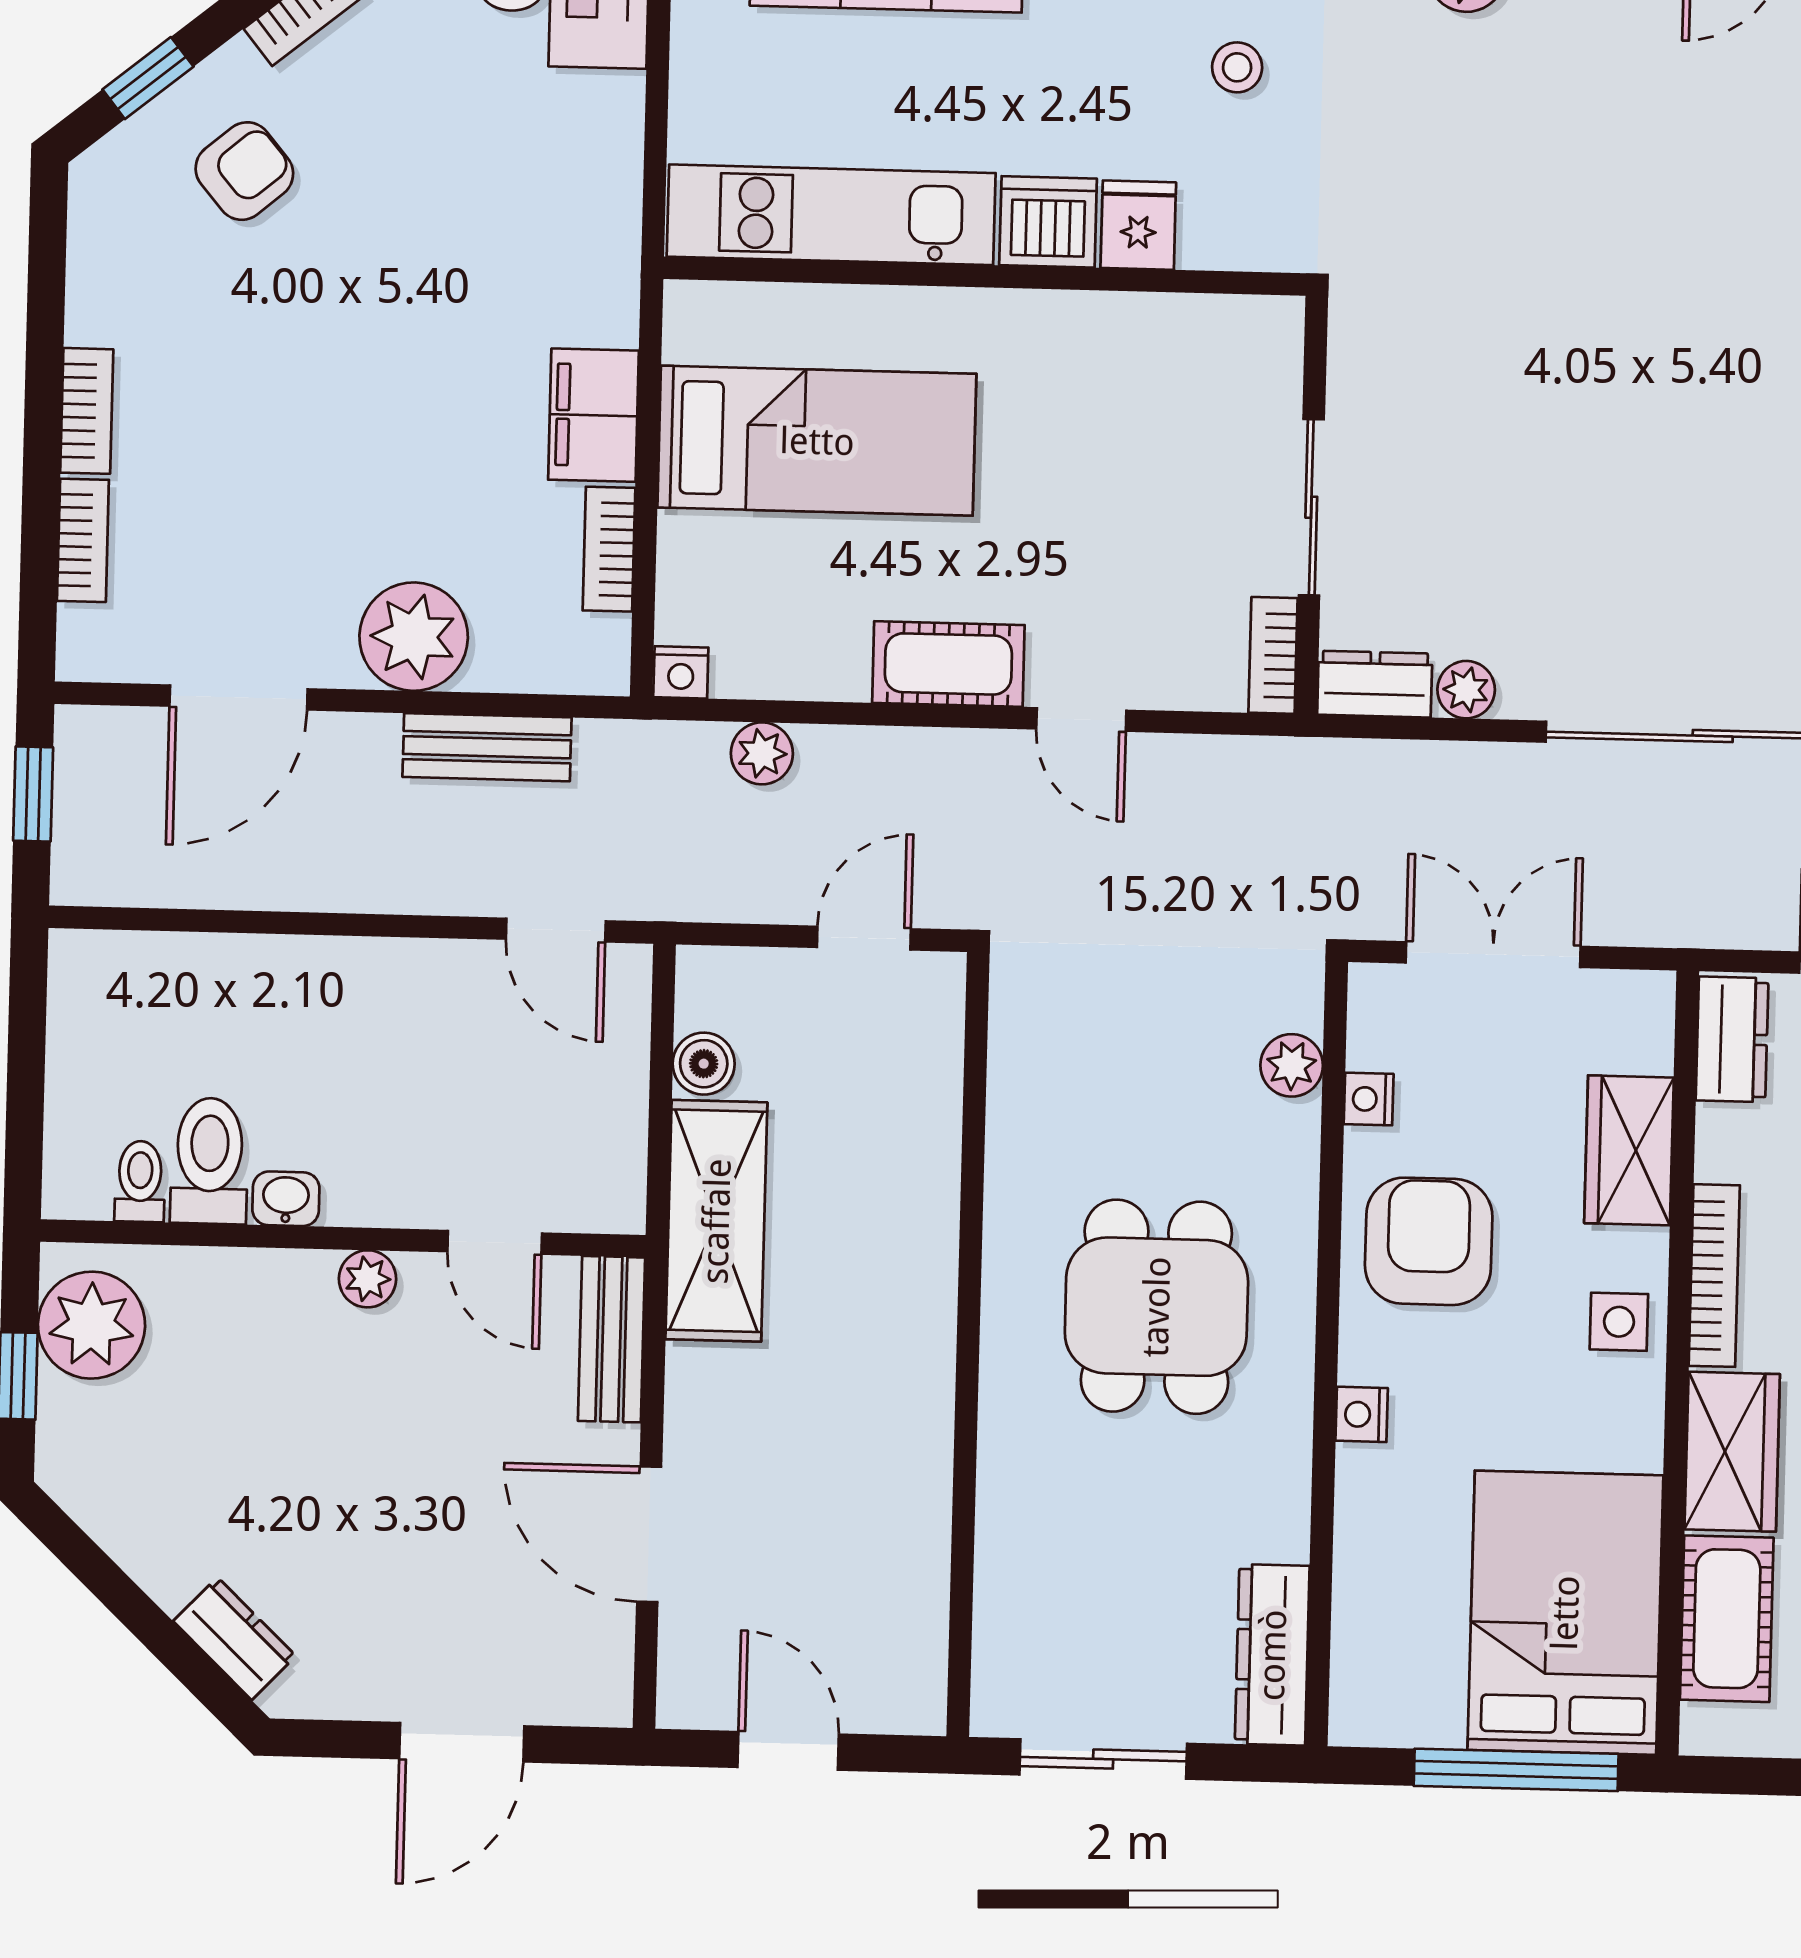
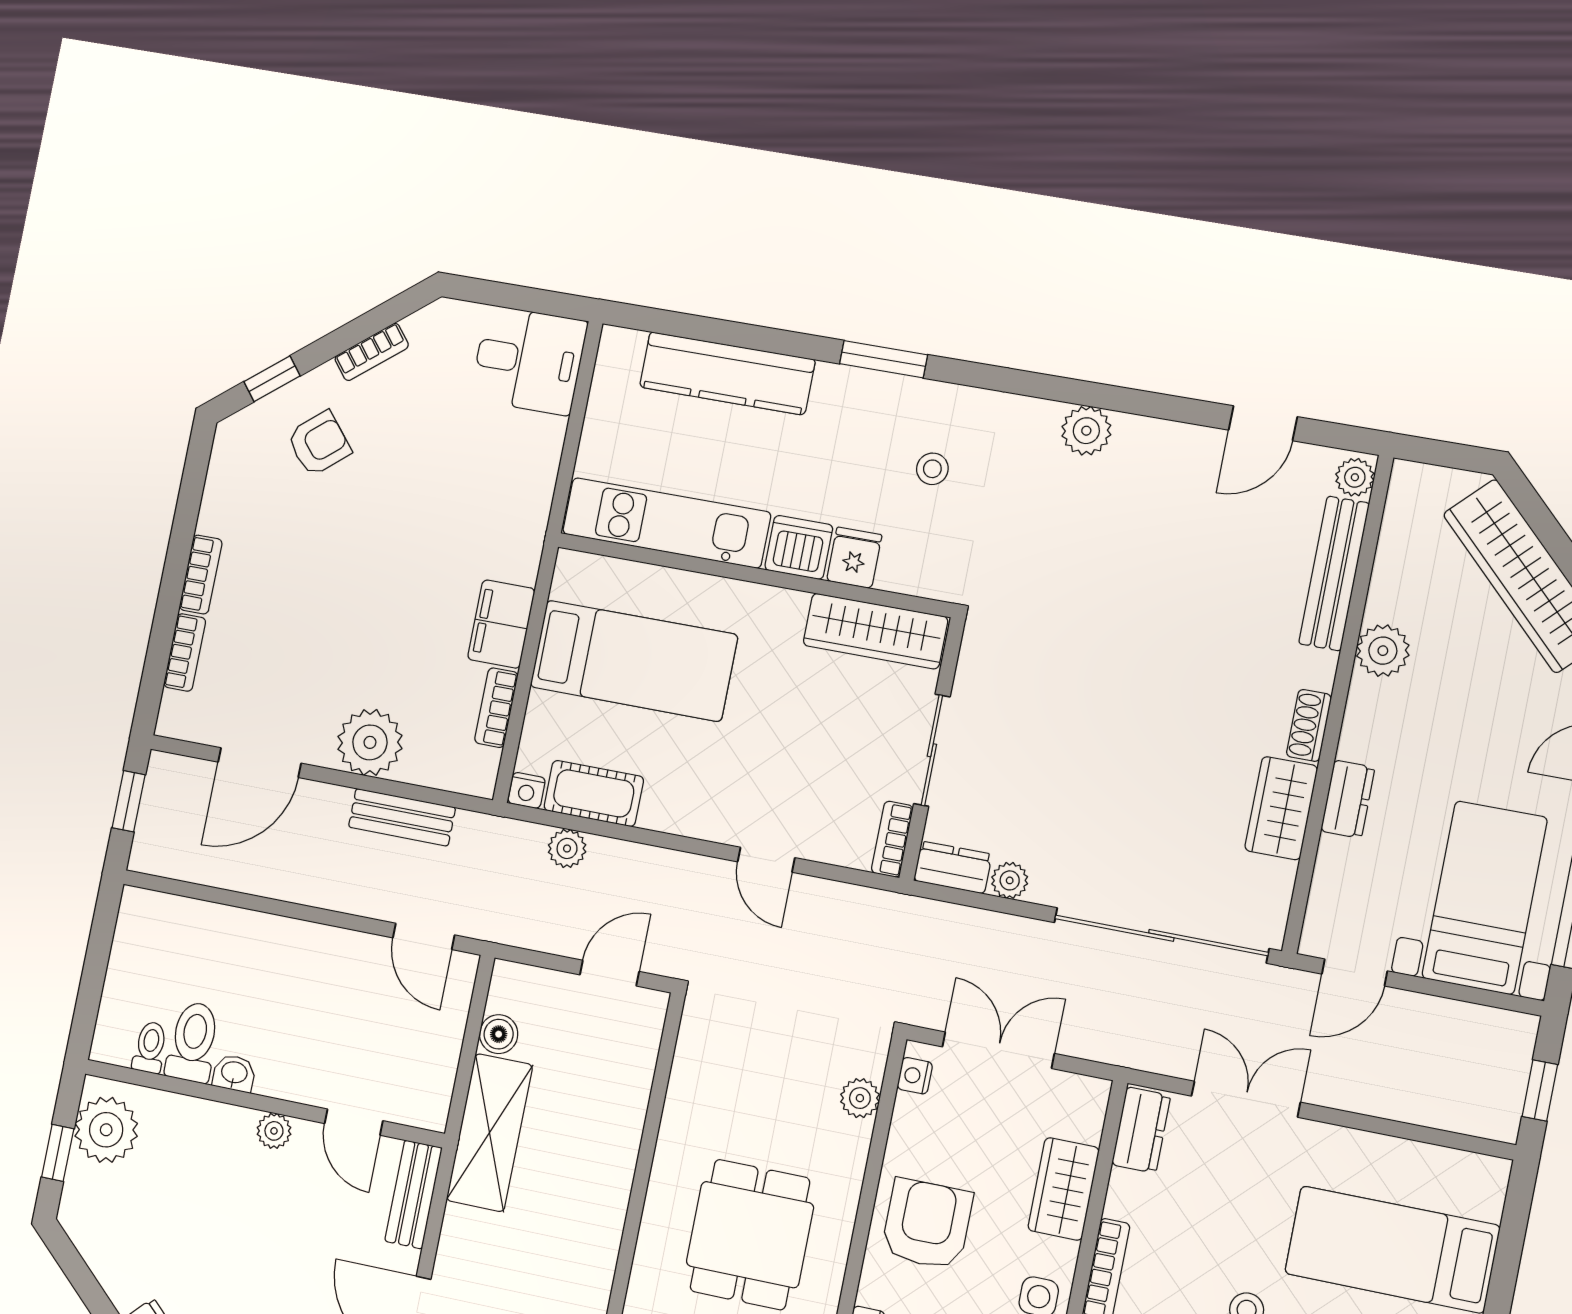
wardrobe: (1191, 335) -> (875, 631), added
cot: (948, 664) -> (594, 793), moved
nightstand: (1369, 1099) -> (915, 1076), moved

